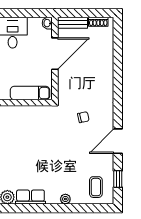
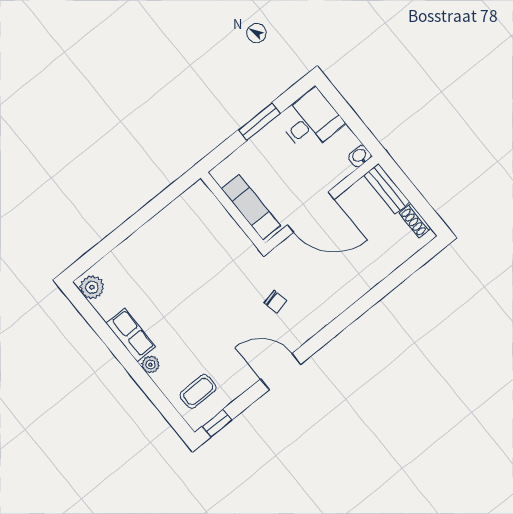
door: (55, 54) -> (311, 212), moved
window: (118, 179) -> (217, 423), moved
row of seats: (30, 197) -> (131, 335), moved

